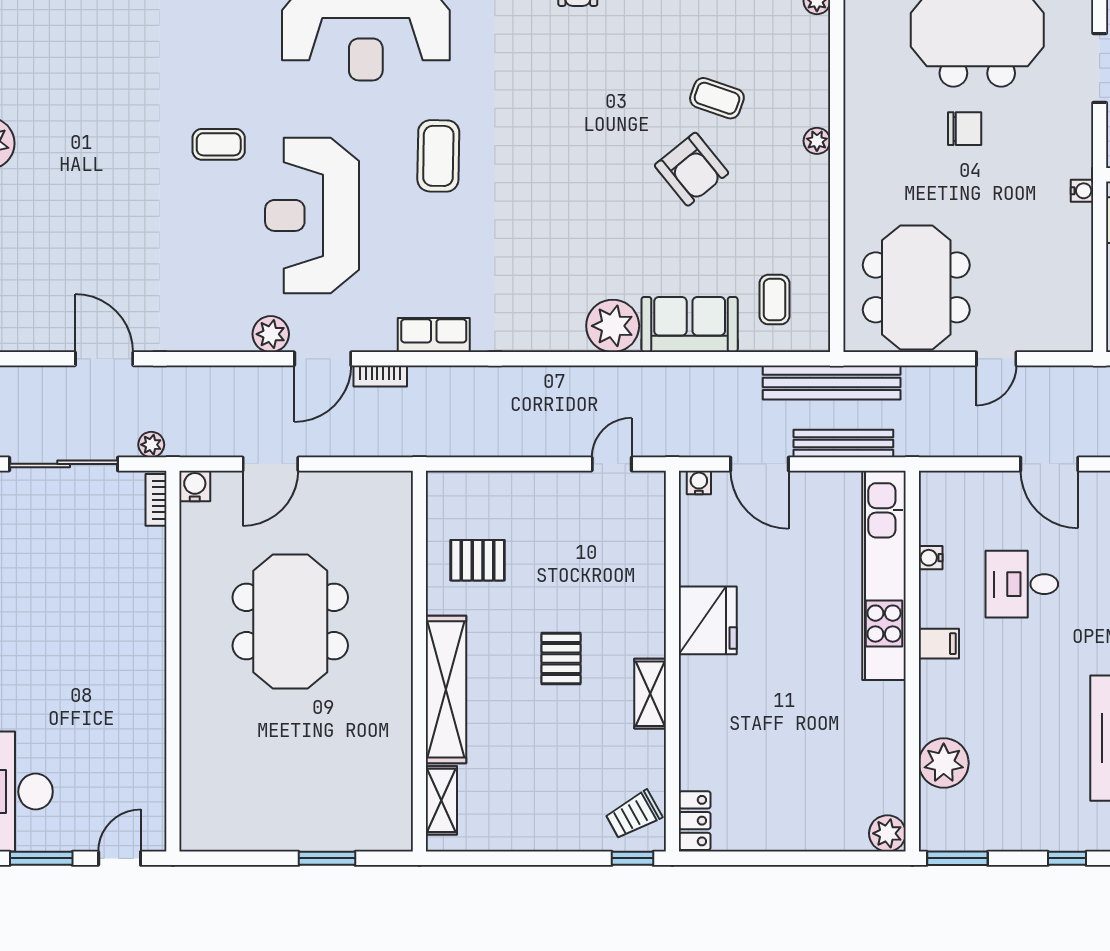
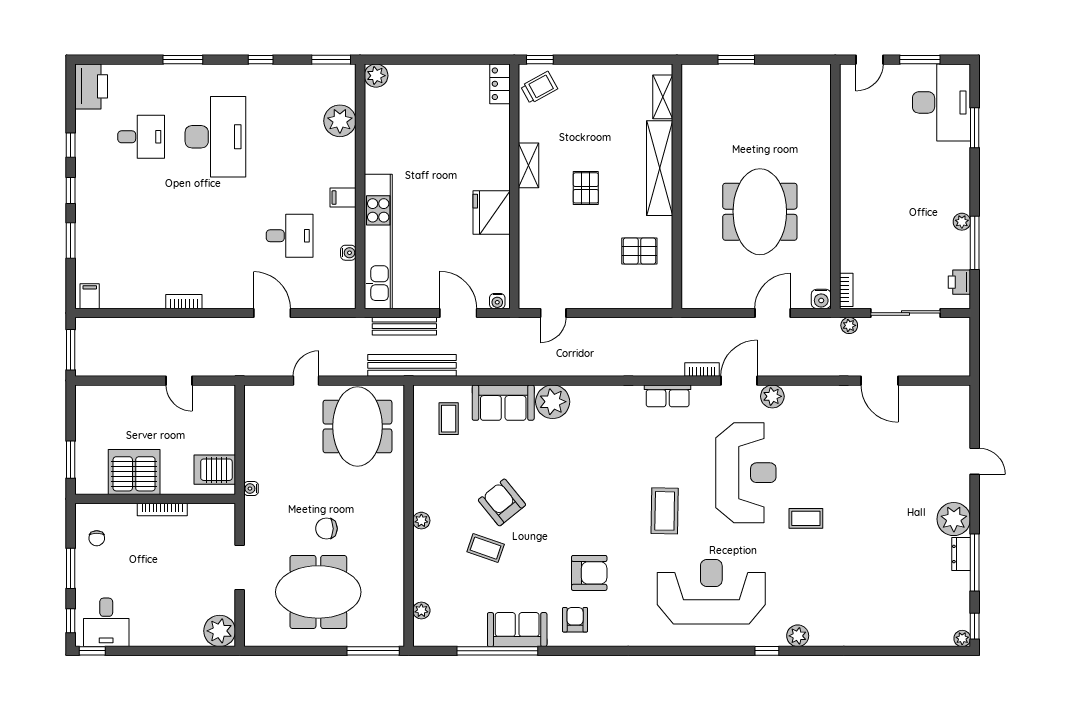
armchair: (556, 60) -> (589, 573), added

